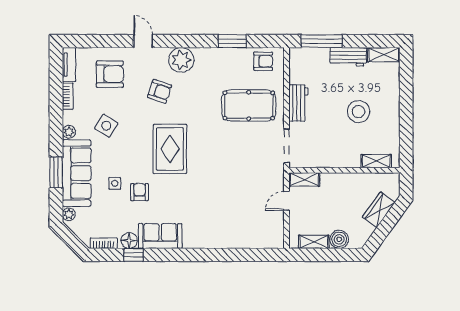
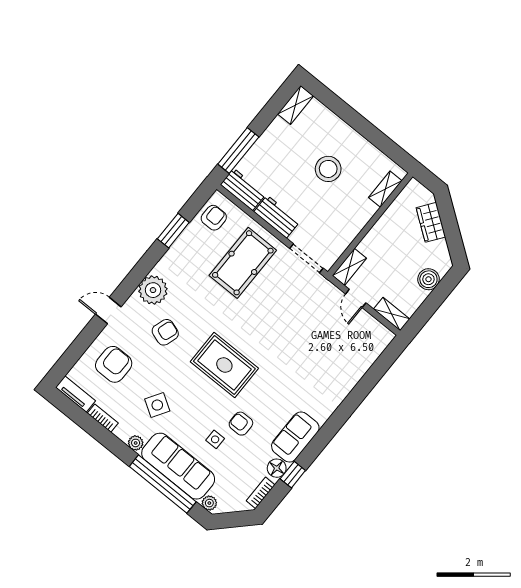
workbench: (348, 57) -> (243, 189), moved, turned -90
window: (56, 172) -> (163, 484), width x2.11
shelving: (314, 242) -> (392, 314), moved, turned 90

